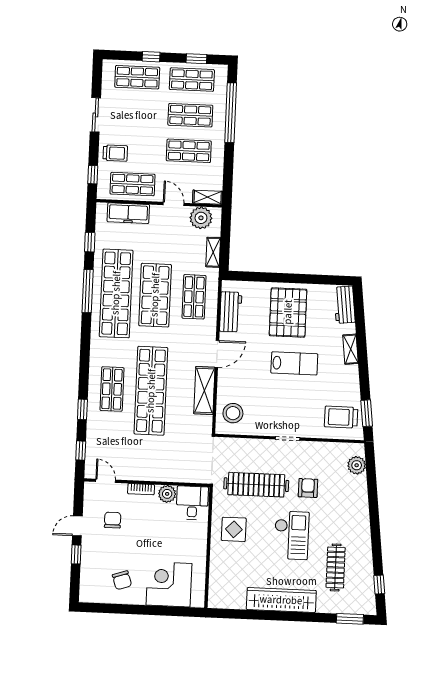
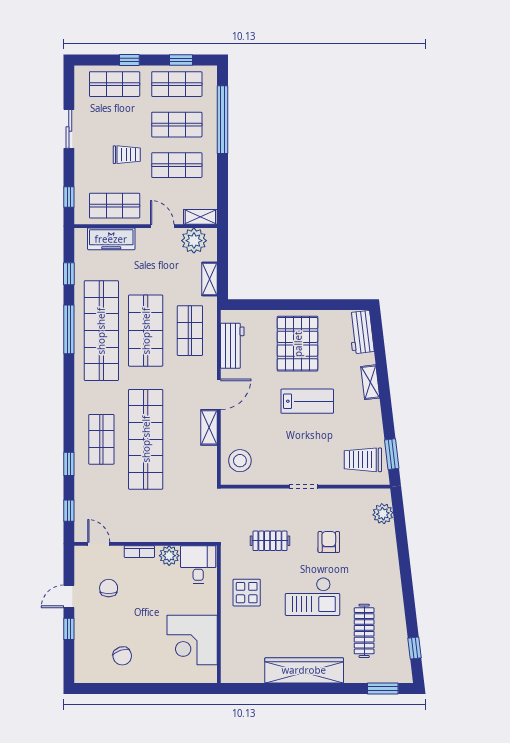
trolley: (115, 153) -> (127, 155), moved
shelving: (204, 390) -> (209, 427), width x0.67, depth x0.75
clothes rail: (256, 485) -> (270, 541), width x0.54, depth x0.76
checkout: (292, 535) -> (312, 596), turned 90
corner desk: (169, 584) -> (192, 640), moved, turned -90

